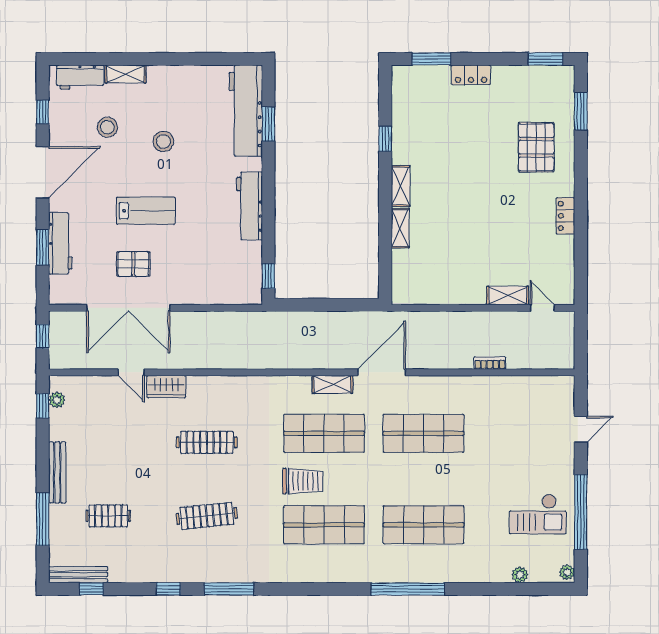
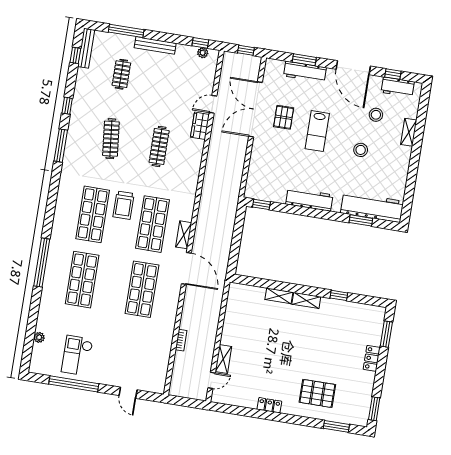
workbench: (80, 77) -> (398, 87), moved, turned -90
plant: (567, 572) -> (36, 369), removed

